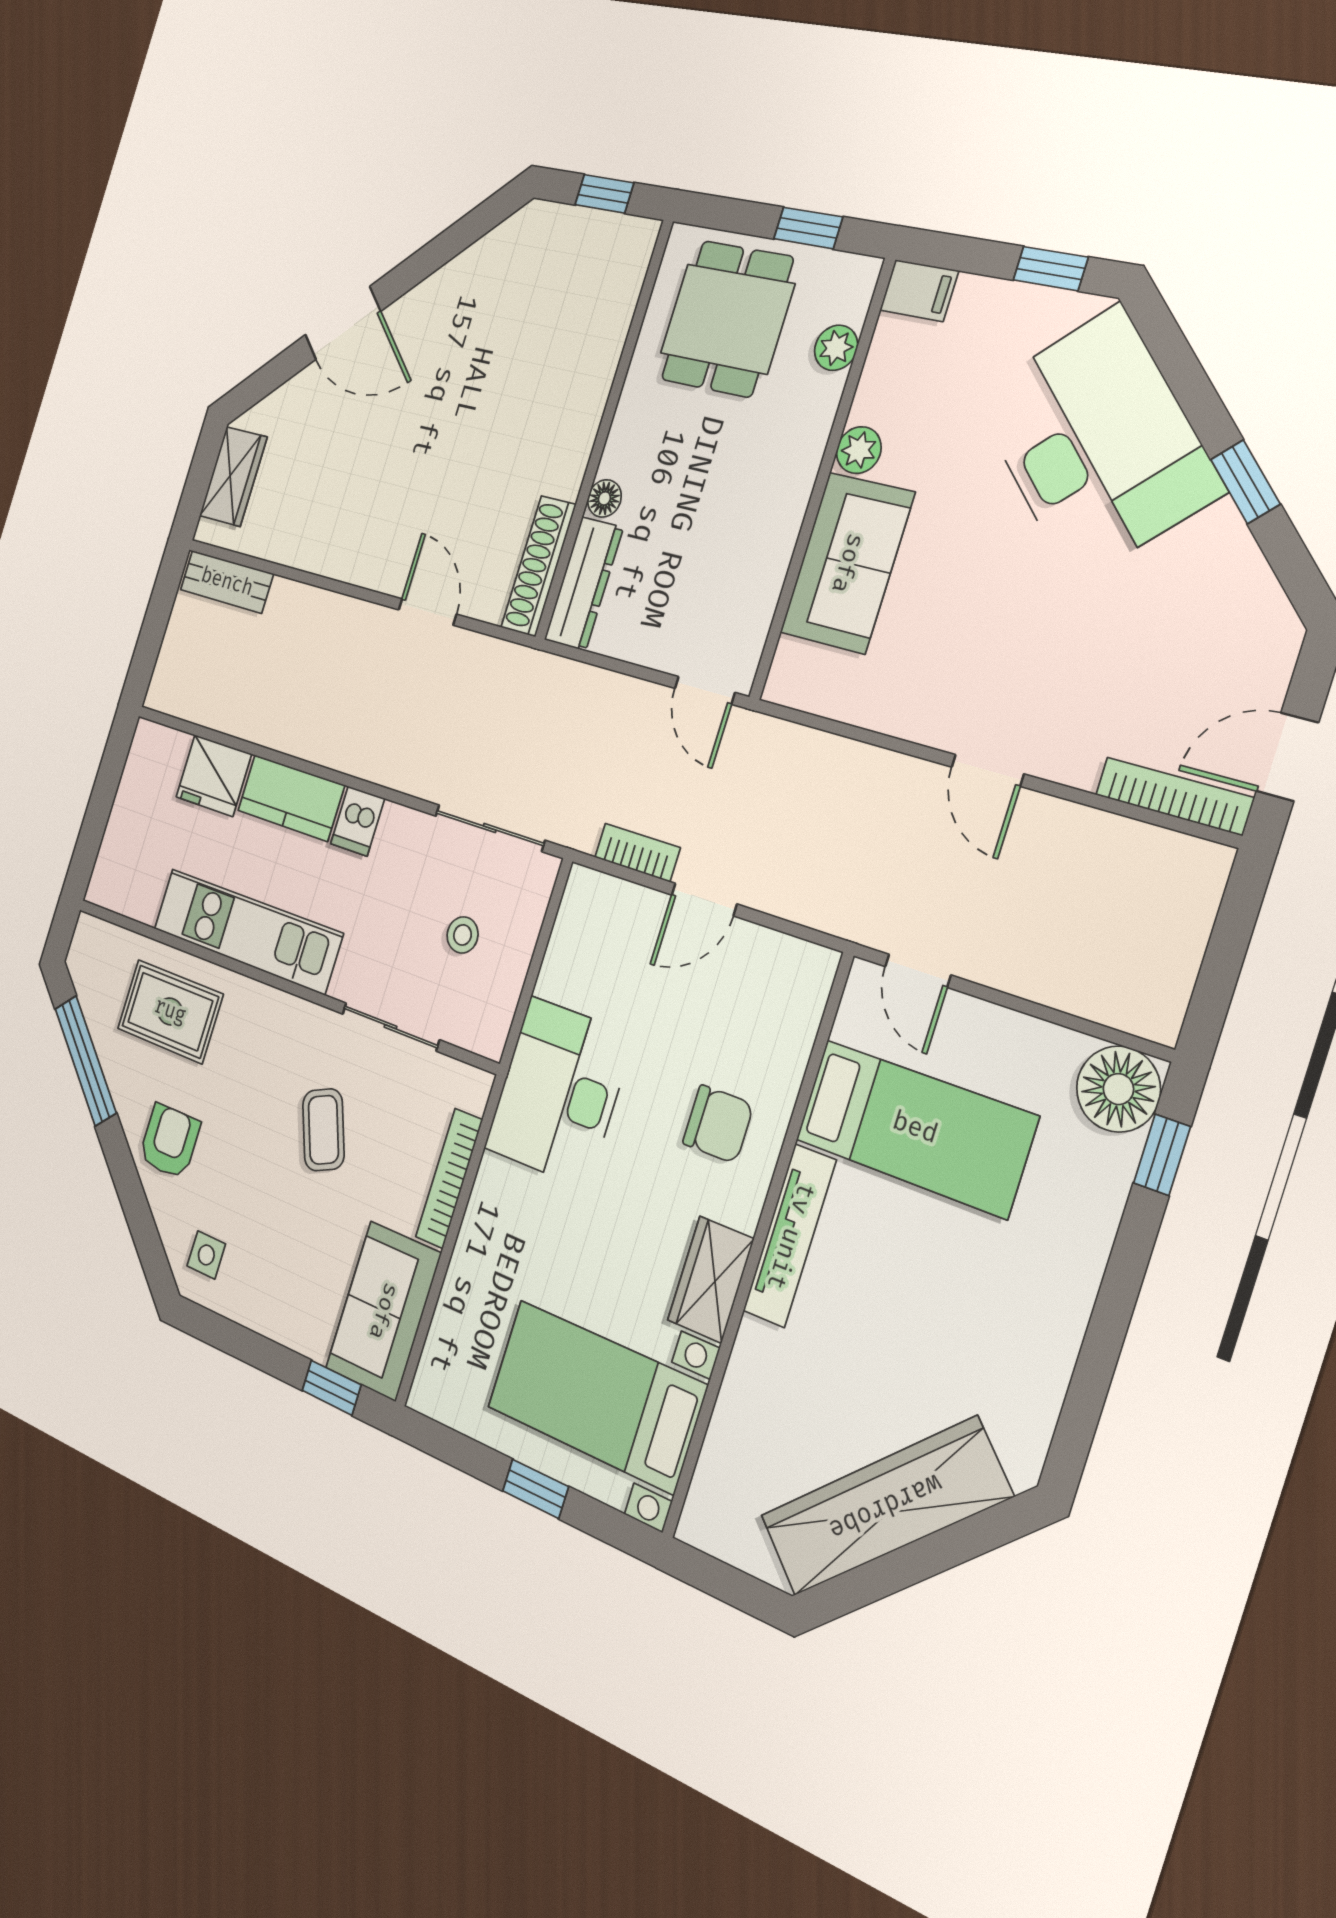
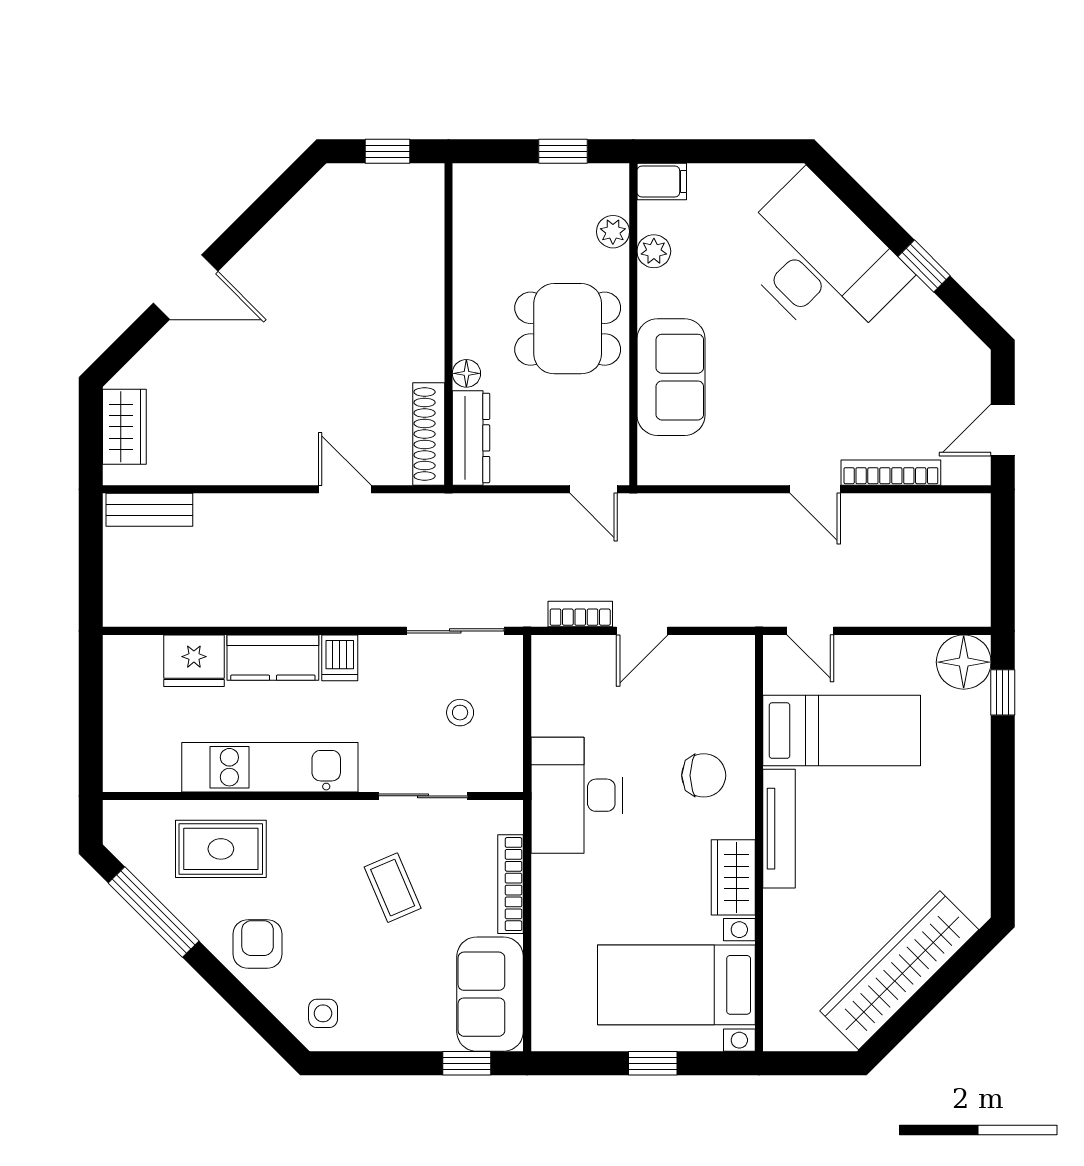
window: (1051, 269) -> (751, 151), removed
dining table: (727, 319) -> (568, 329), moved, turned 90
plant: (859, 450) -> (654, 251), moved
bookcase: (1174, 796) -> (891, 473), moved

